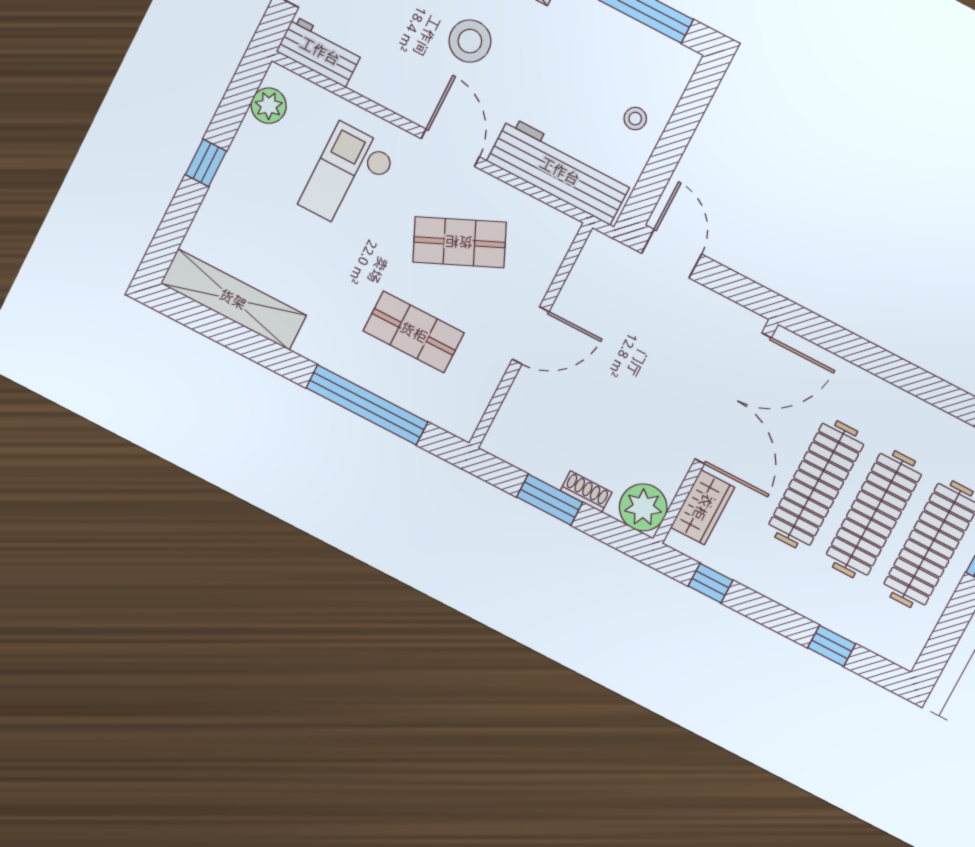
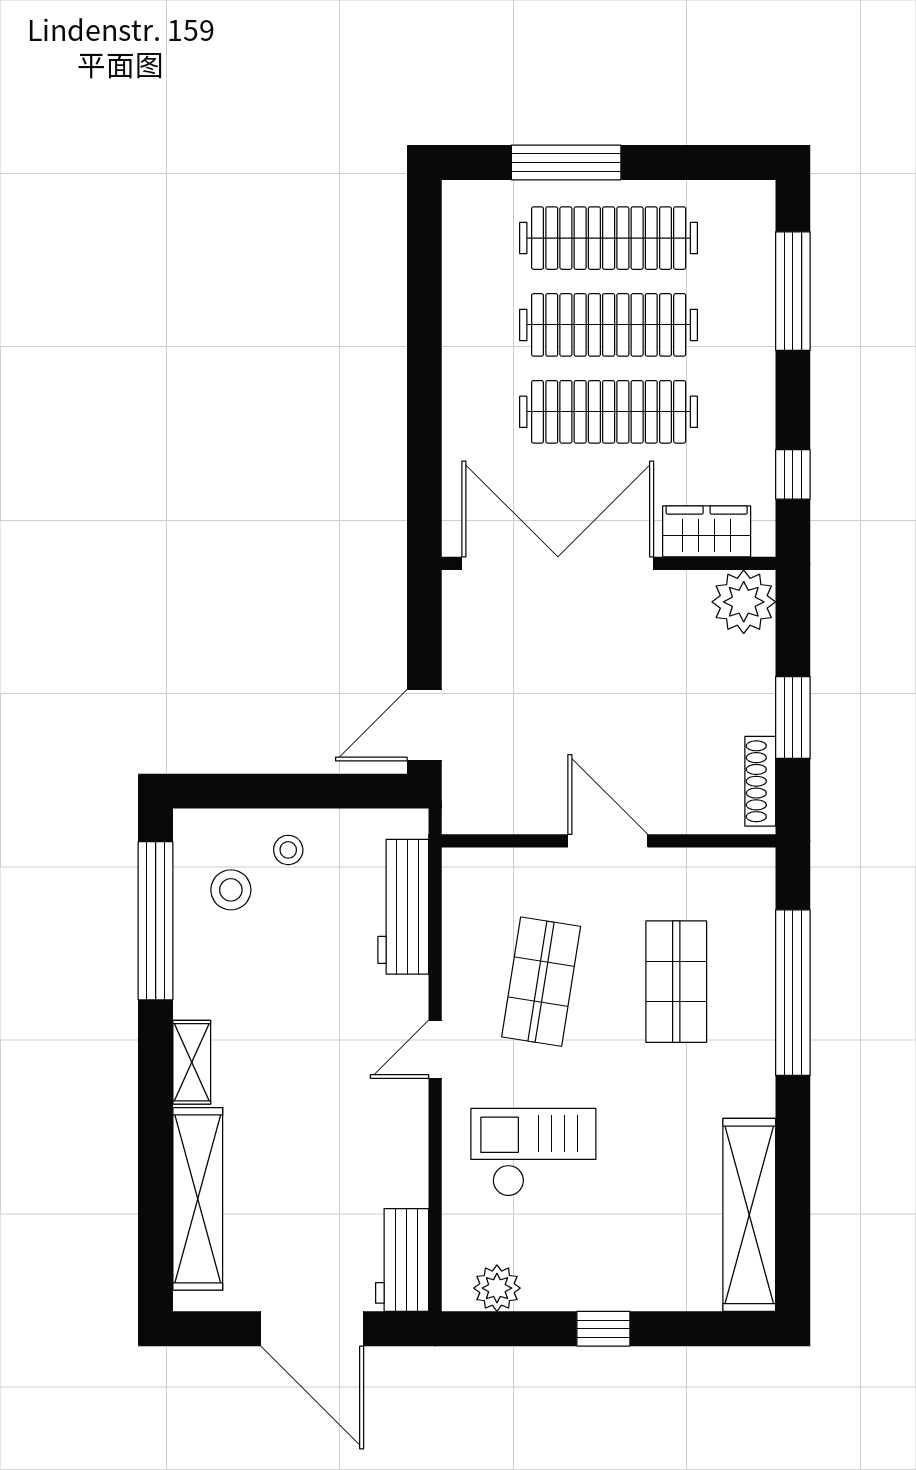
stool: (470, 41) -> (231, 890), moved, width x0.73, depth x0.73
door: (450, 148) -> (435, 1049), width x0.73
workbench: (560, 171) -> (403, 907), width x0.73, depth x0.76
checkout: (348, 178) -> (533, 1152), turned 180
shop shelf: (459, 242) -> (541, 982), turned 33
shoe rack: (586, 492) -> (760, 781), moved, width x1.43
window: (832, 646) -> (793, 291), width x2.17

